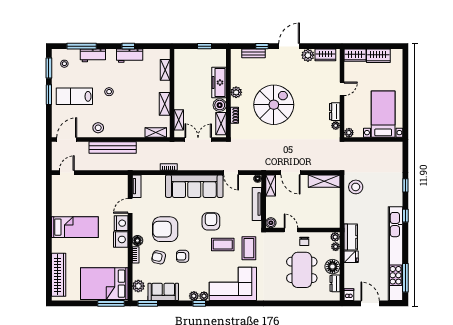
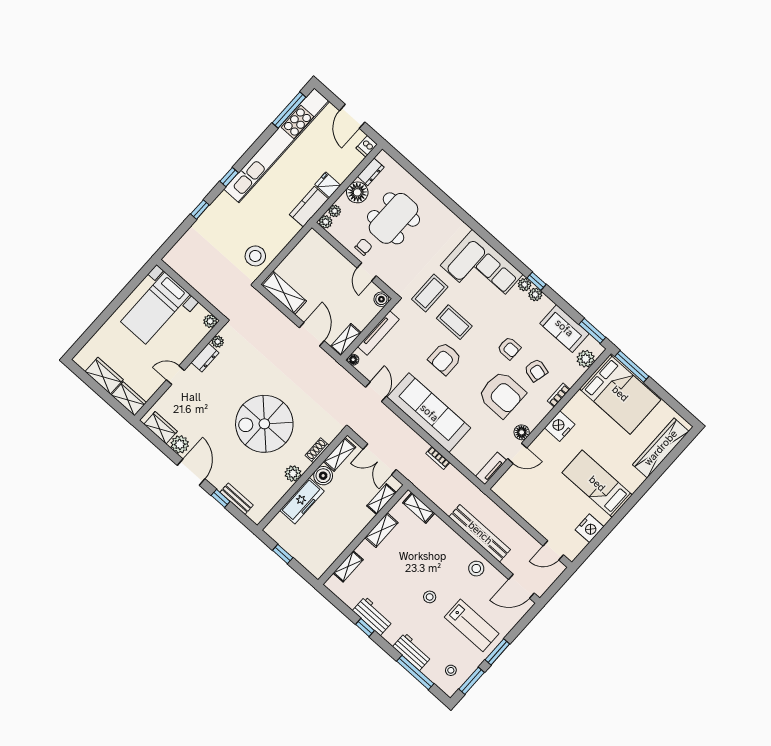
door: (289, 46) -> (191, 472), swing flipped
nightstand: (121, 223) -> (590, 528), moved, turned 180
floor lamp: (137, 241) -> (522, 432), moved

